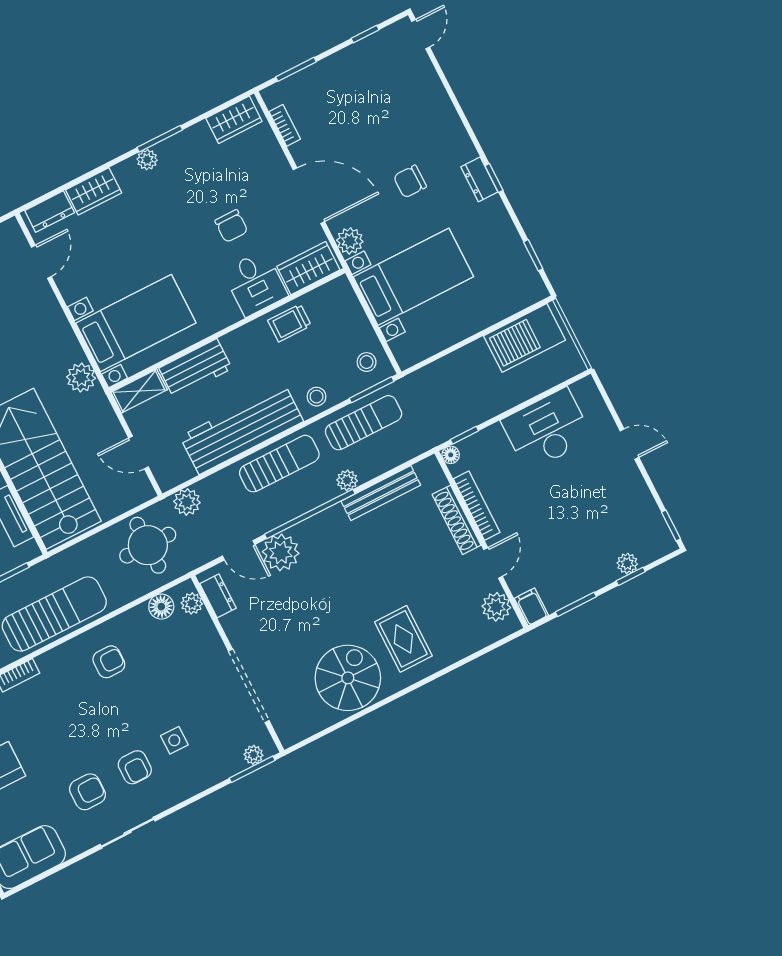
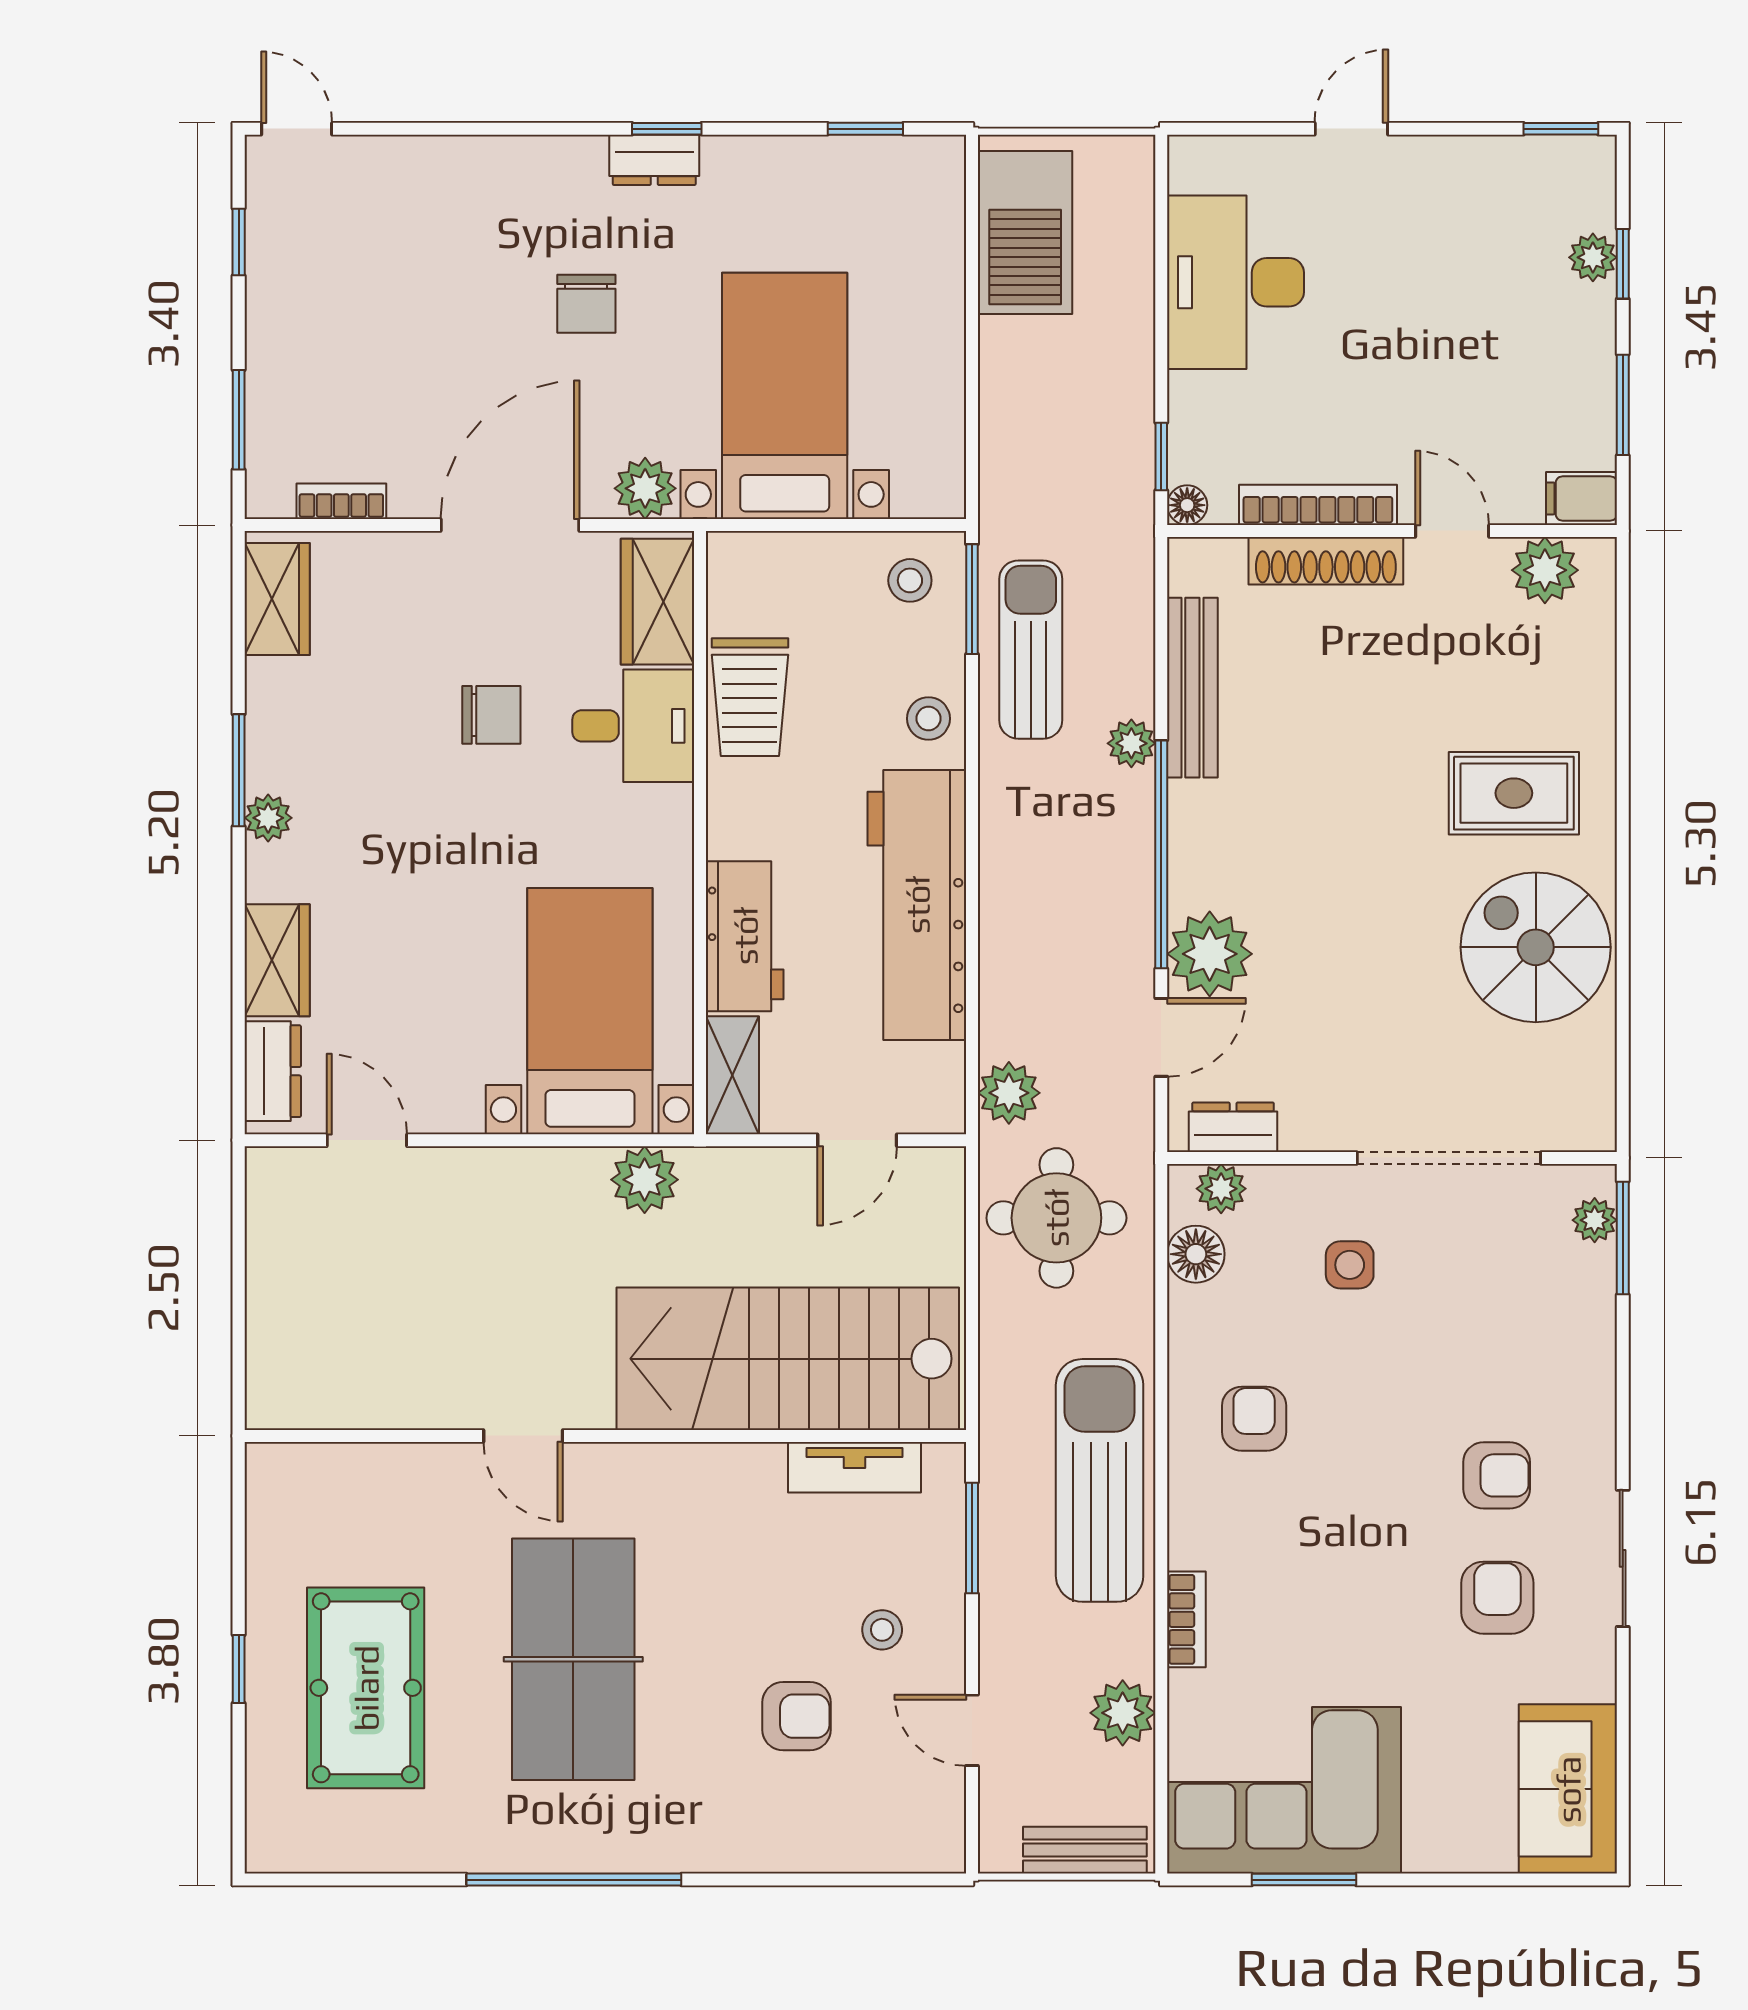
trolley: (289, 323) -> (750, 697), width x1.36, depth x1.39
sun lounger: (279, 464) -> (1027, 864), removed
side table: (174, 740) -> (1350, 1265), moved

